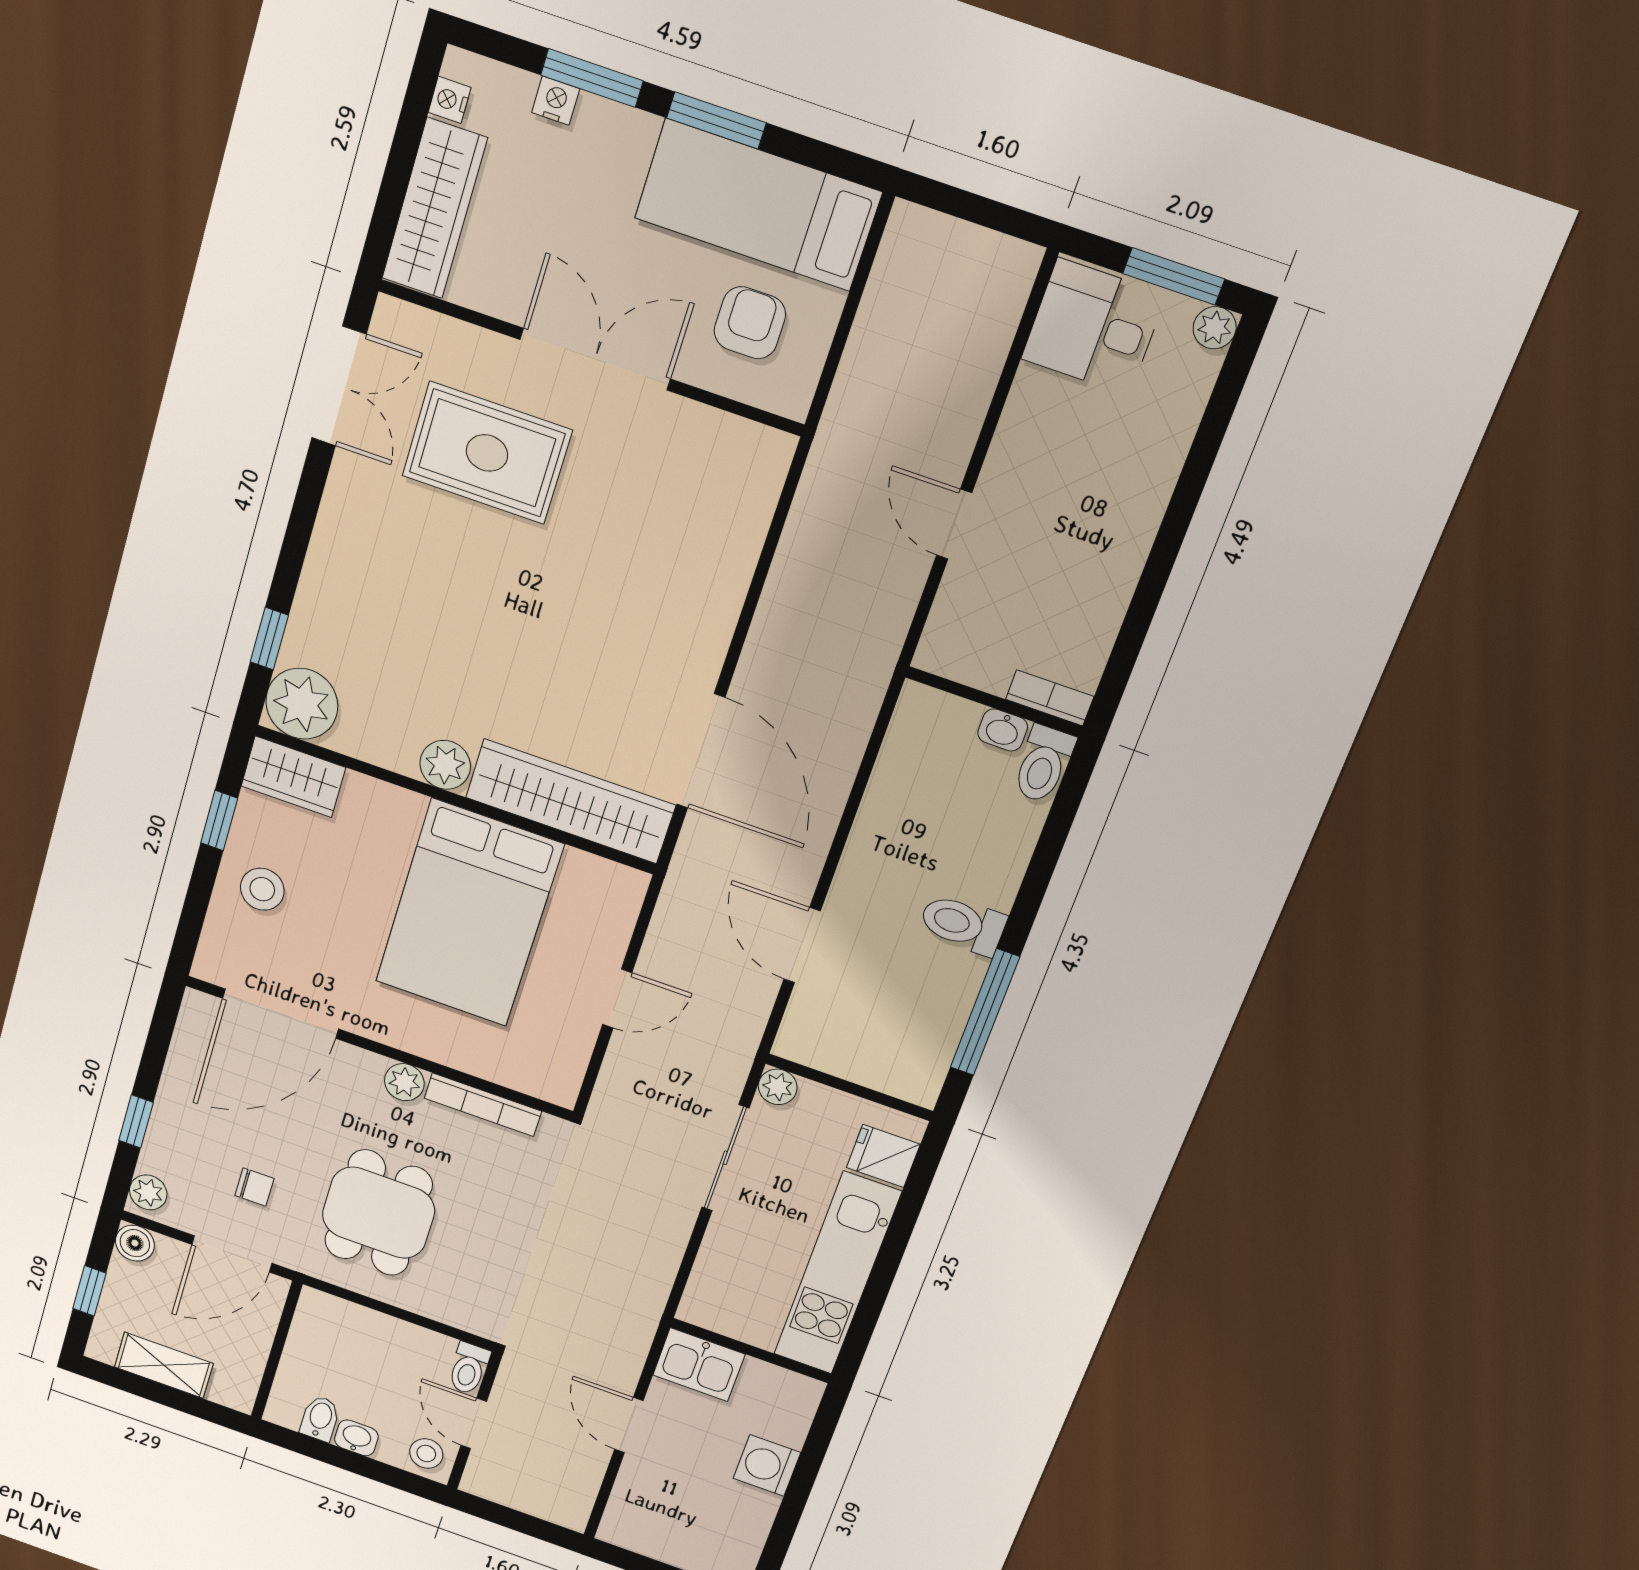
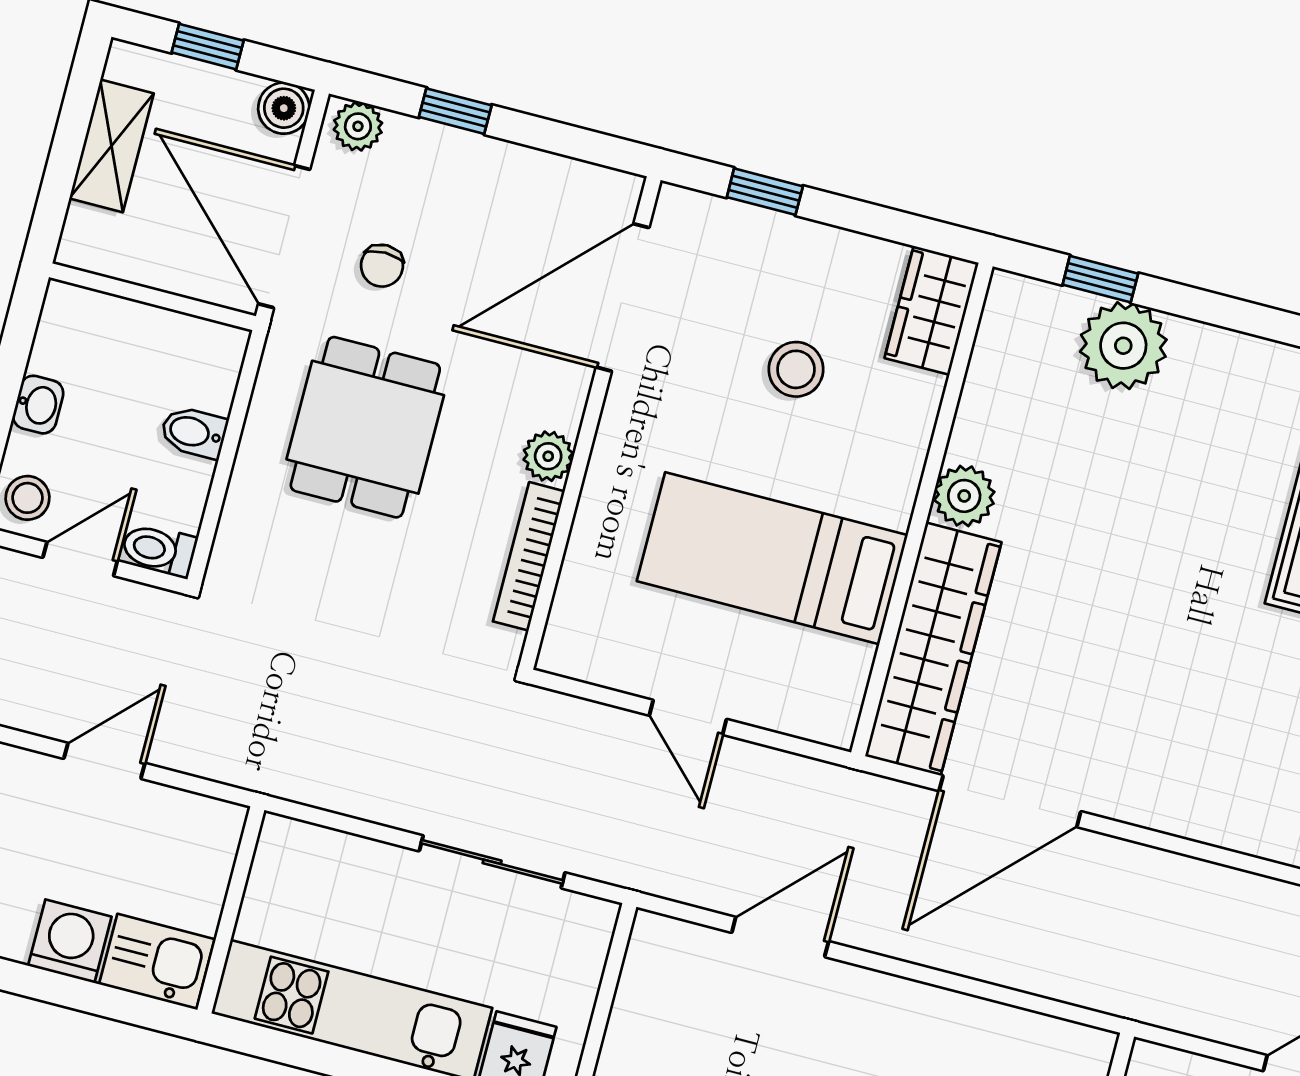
plant: (302, 704) -> (1123, 346), moved
window: (219, 820) -> (765, 192), moved
stool: (262, 889) -> (796, 369), moved
bed: (469, 913) -> (772, 558), width x0.67
door: (280, 1014) -> (623, 297), hinge flipped
plant: (778, 1087) -> (594, 920), removed
dining table: (378, 1213) -> (365, 427), turned 90
door: (232, 1254) -> (284, 237), width x1.36
kitchen sink: (699, 1365) -> (157, 962), moved, turned 90
bidet: (320, 1418) -> (194, 432), moved, turned 180

